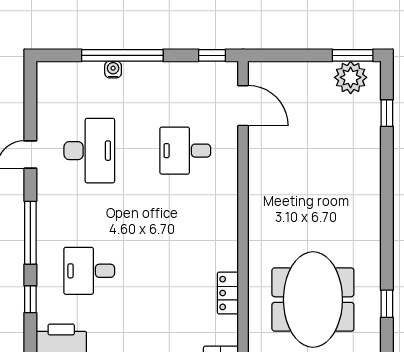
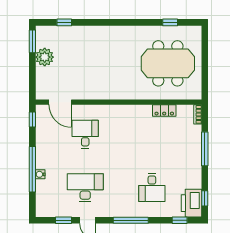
plant: (351, 77) -> (45, 57), moved
door: (243, 106) -> (60, 102), swing flipped
window: (30, 111) -> (63, 220), added
desk: (185, 151) -> (85, 134), turned 180
window: (30, 299) -> (180, 220), moved

